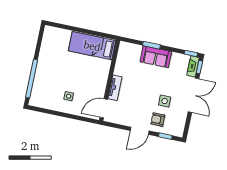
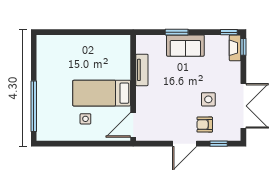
bed: (92, 46) -> (102, 93), moved
tv unit: (115, 88) -> (142, 70), moved
double door: (193, 95) -> (243, 106), moved

